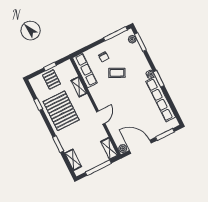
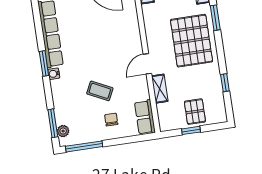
row of seats: (85, 70) -> (145, 117), width x0.68
pallet: (61, 111) -> (191, 41), moved
door: (101, 118) -> (147, 64), moved

